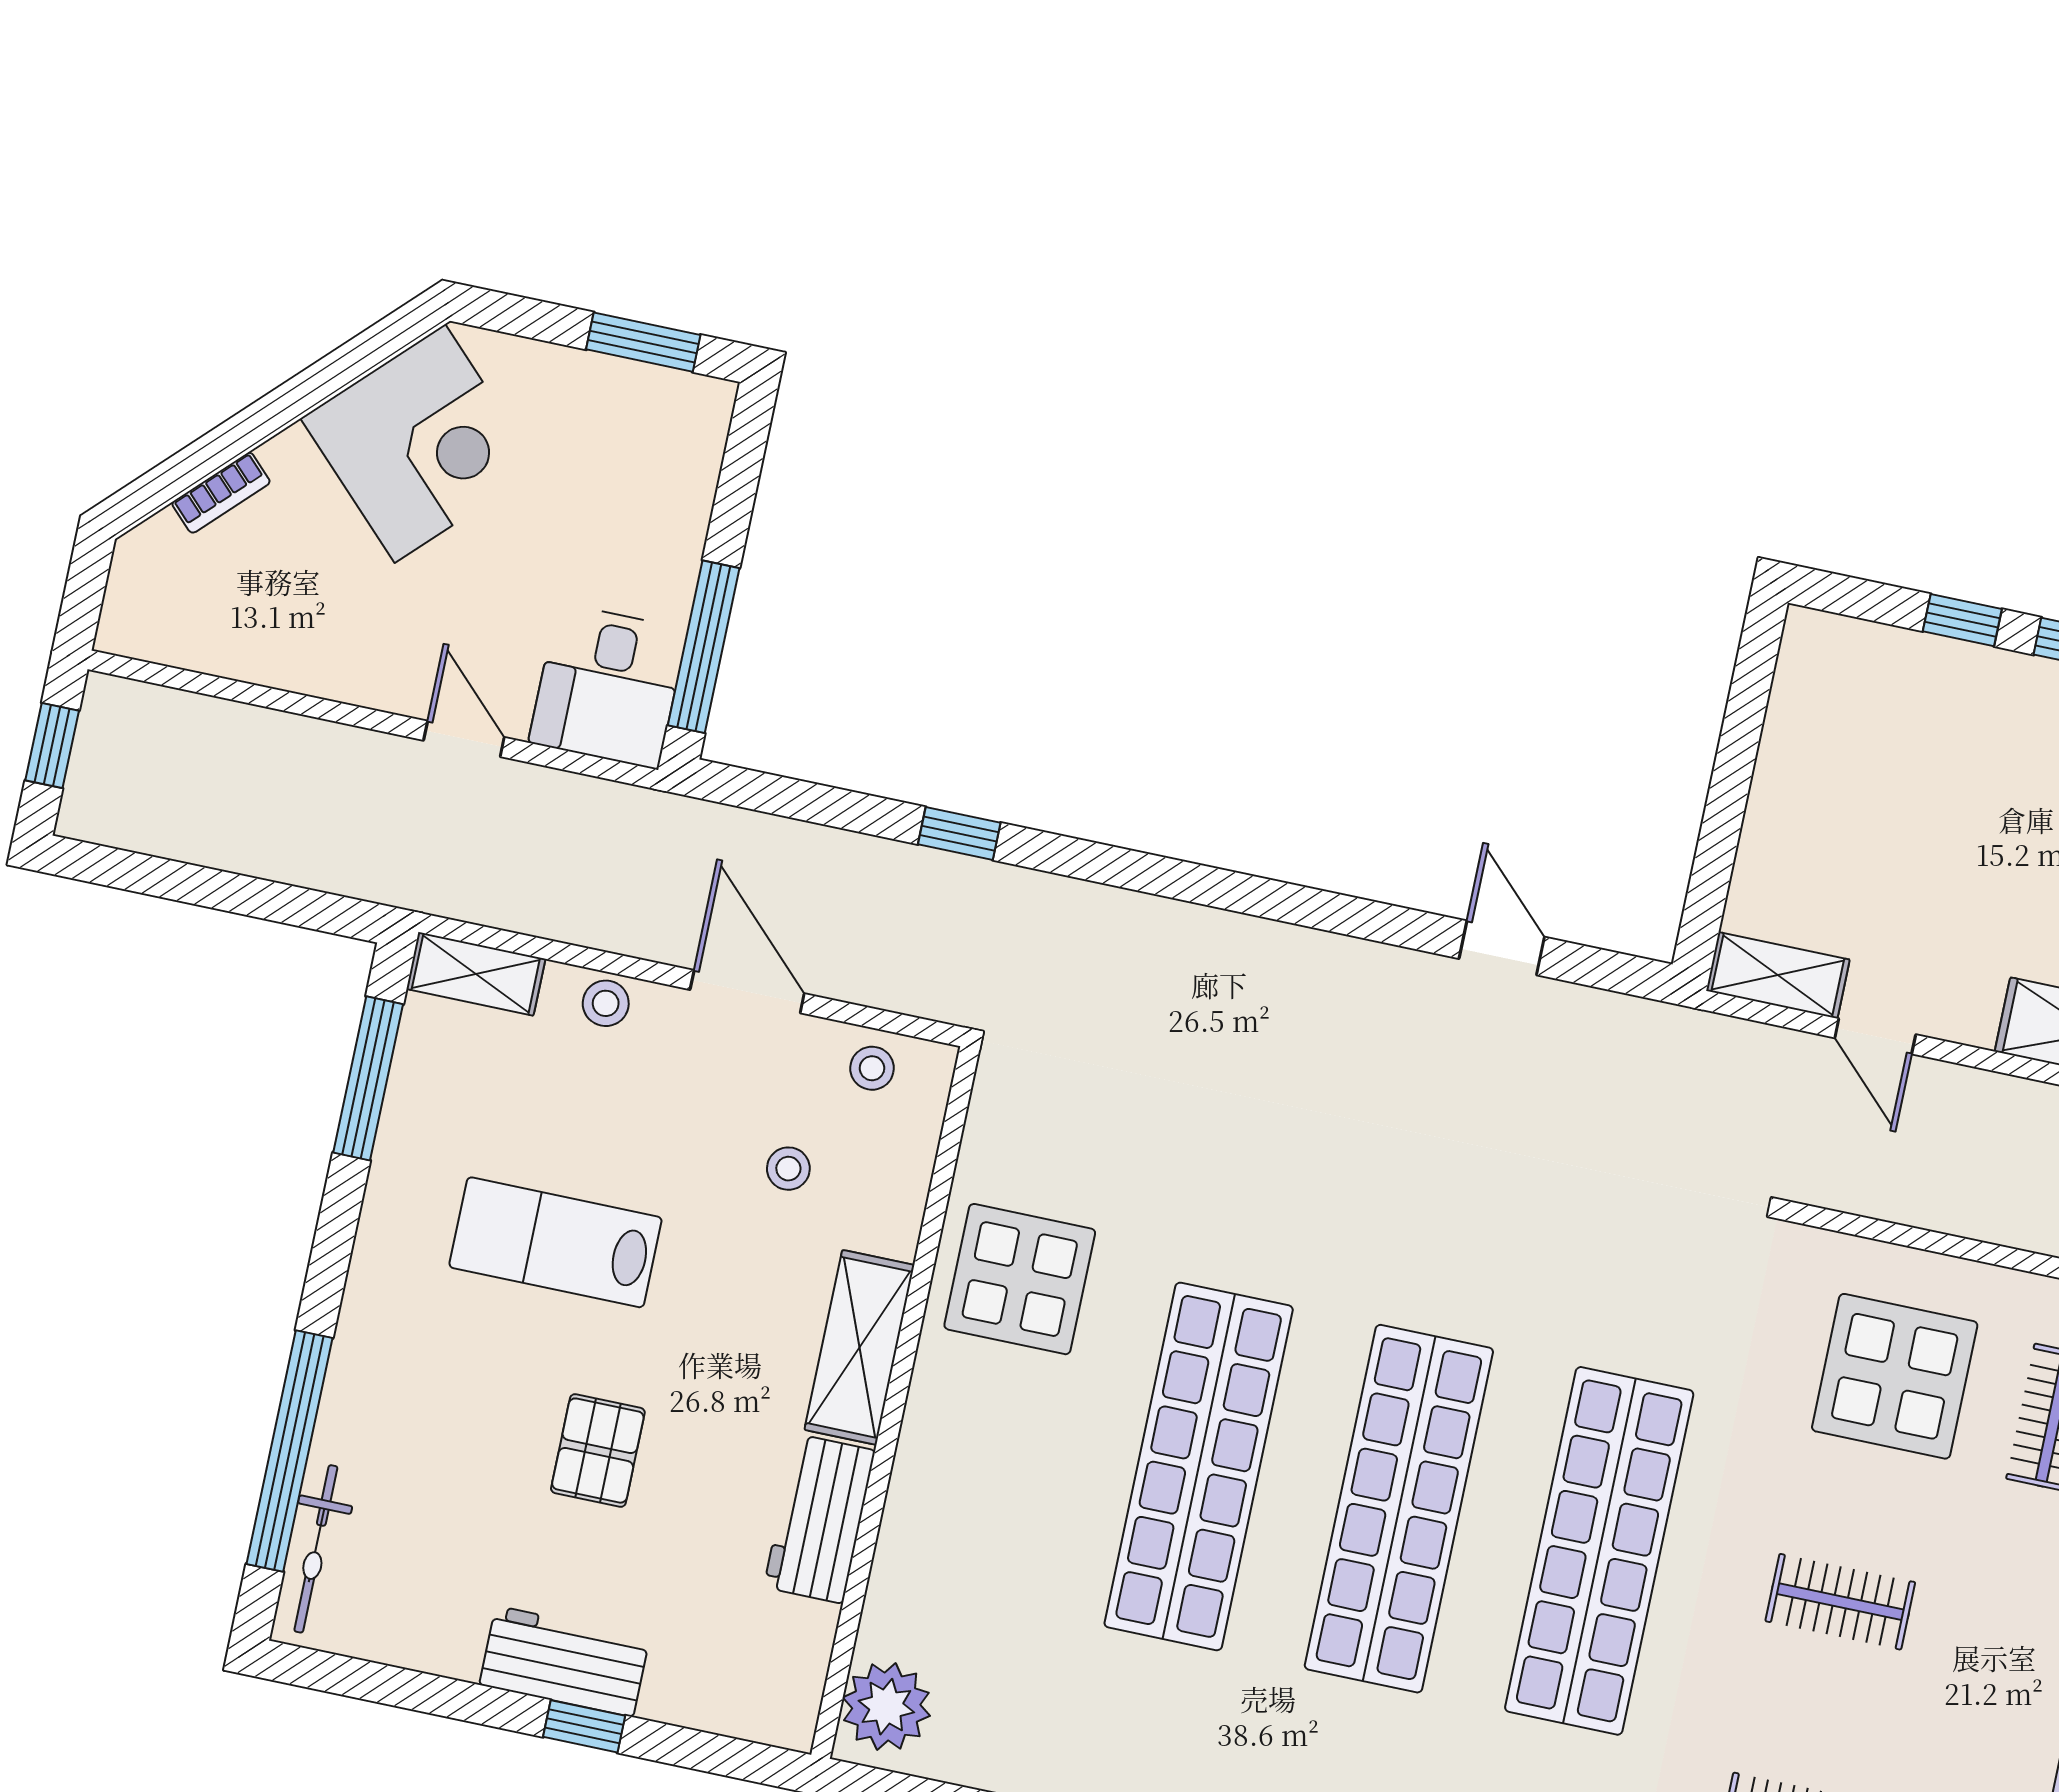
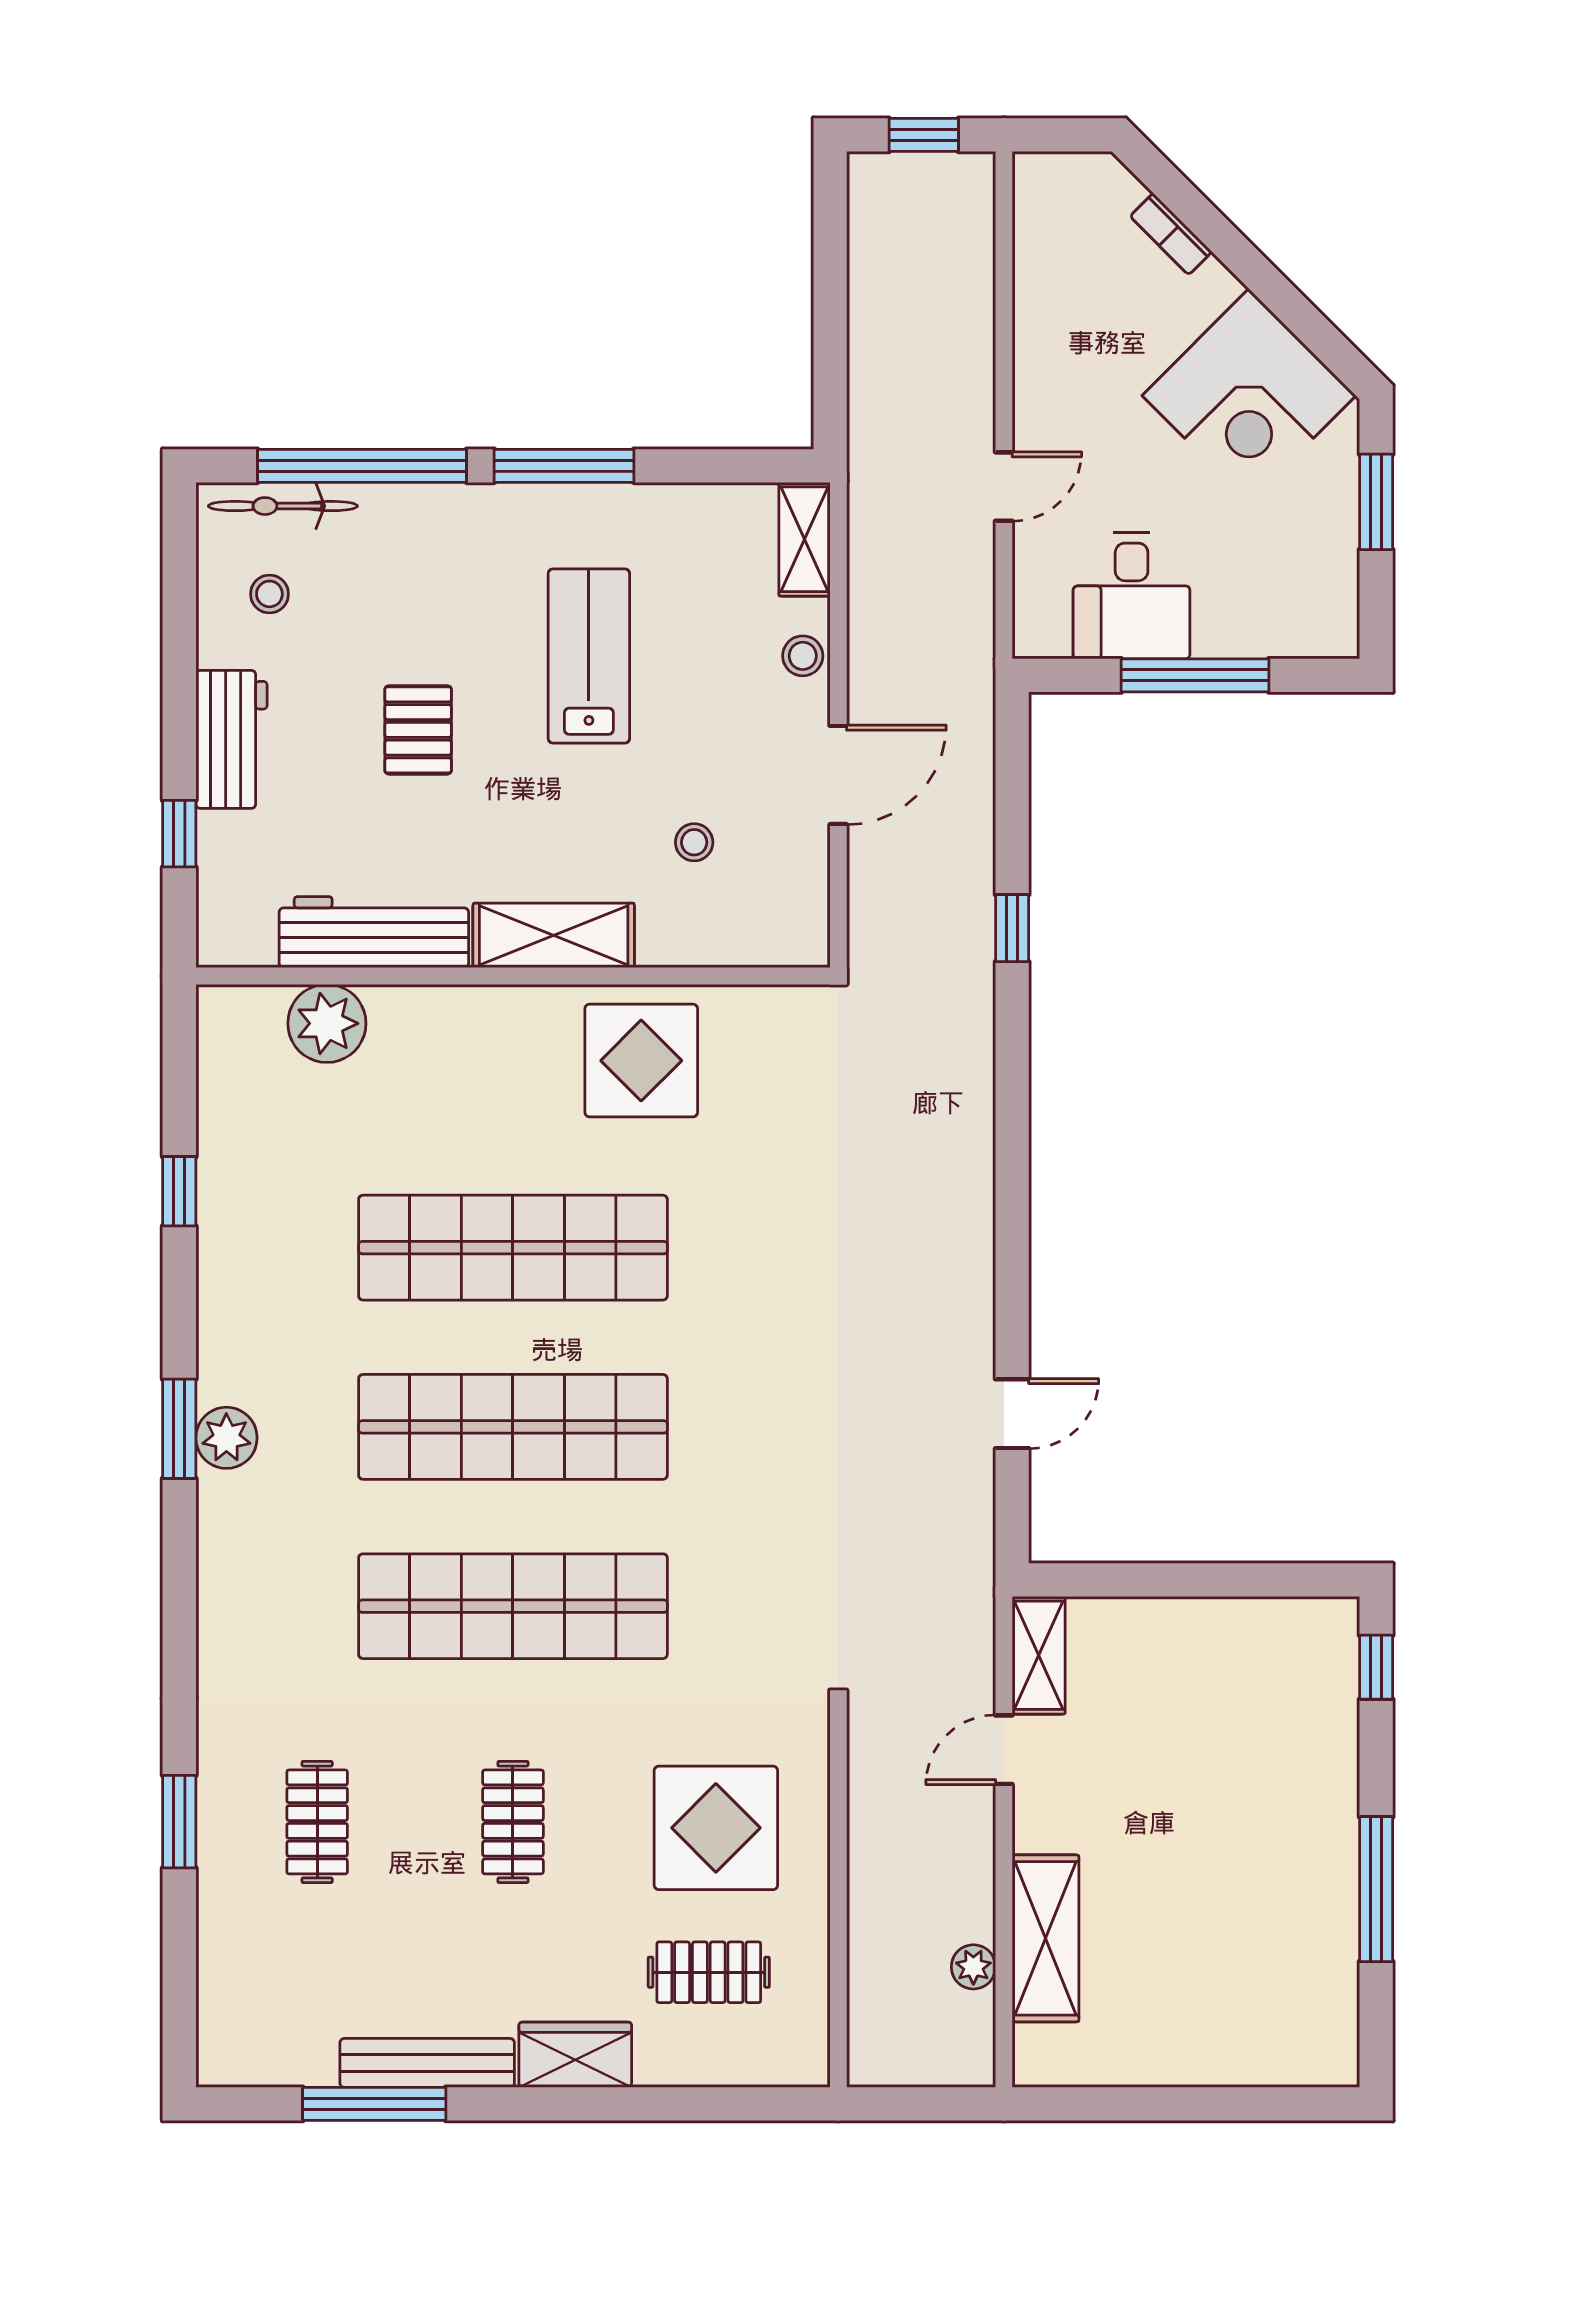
window: (643, 342) -> (1376, 502), moved
window: (1962, 620) -> (1376, 1667), moved
window: (704, 647) -> (1195, 675), moved
desk: (608, 686) -> (1132, 596), moved, turned -90
stool: (872, 1068) -> (269, 594), moved
window: (368, 1078) -> (564, 466), moved
pallet: (598, 1451) -> (418, 730), turned 90
workbench: (819, 1519) -> (374, 932), width x1.38
plant: (886, 1707) -> (327, 1023), moved
window: (584, 1726) -> (179, 834), moved

